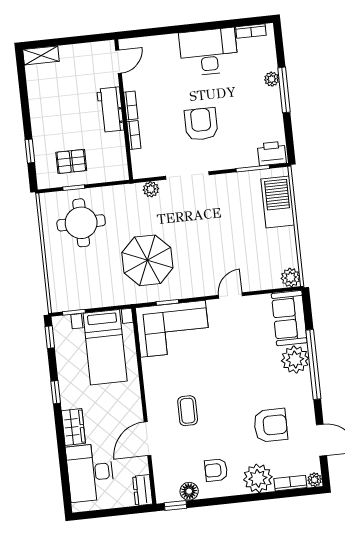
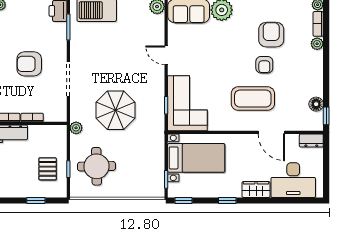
plant: (151, 189) -> (76, 128), moved
parasol: (147, 260) -> (116, 110), moved
coffee table: (188, 411) -> (253, 99), width x1.86, depth x1.72
armchair: (216, 470) -> (264, 65), moved
plant: (258, 478) -> (317, 44), width x0.53, depth x0.53

